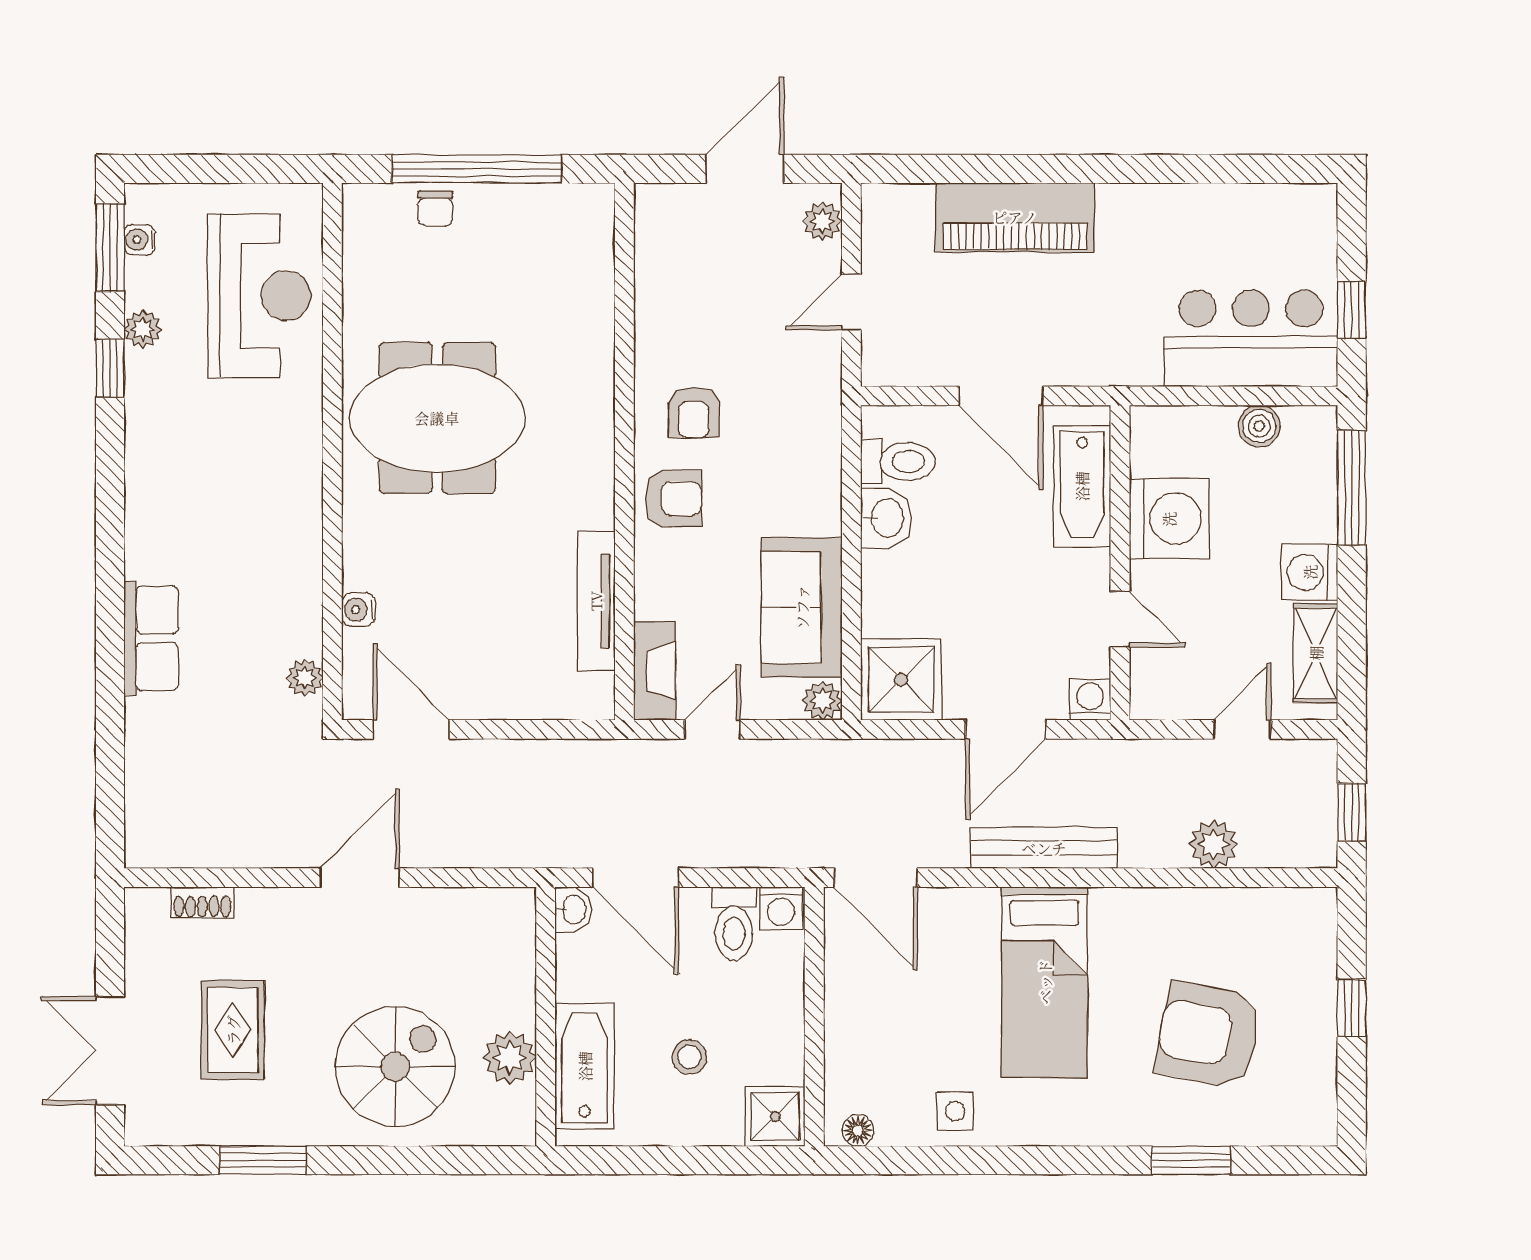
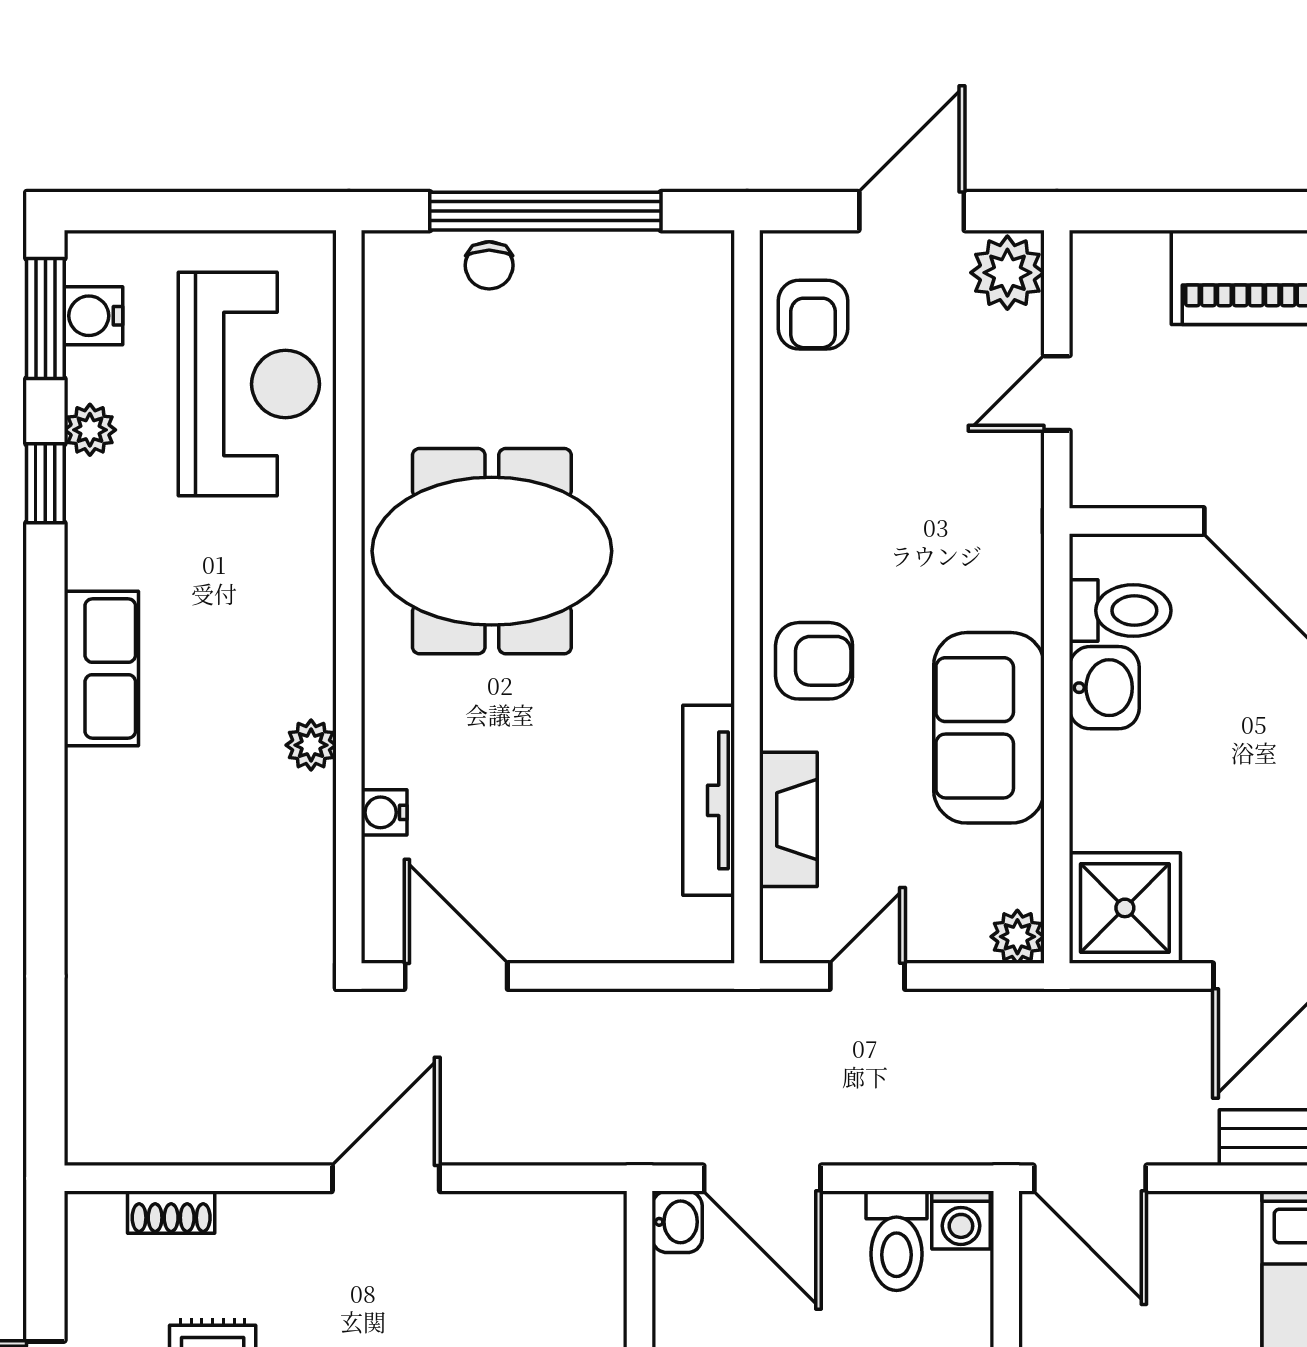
plant: (822, 221) -> (1007, 273), width x1.38, depth x1.38
water cooler: (139, 240) -> (93, 316), width x1.38, depth x1.38
armchair: (694, 412) -> (813, 315), moved
sofa: (802, 607) -> (989, 728), moved
row of seats: (151, 638) -> (101, 668), moved
fireplace: (655, 671) -> (788, 819), moved
plant: (305, 678) -> (311, 745), moved

